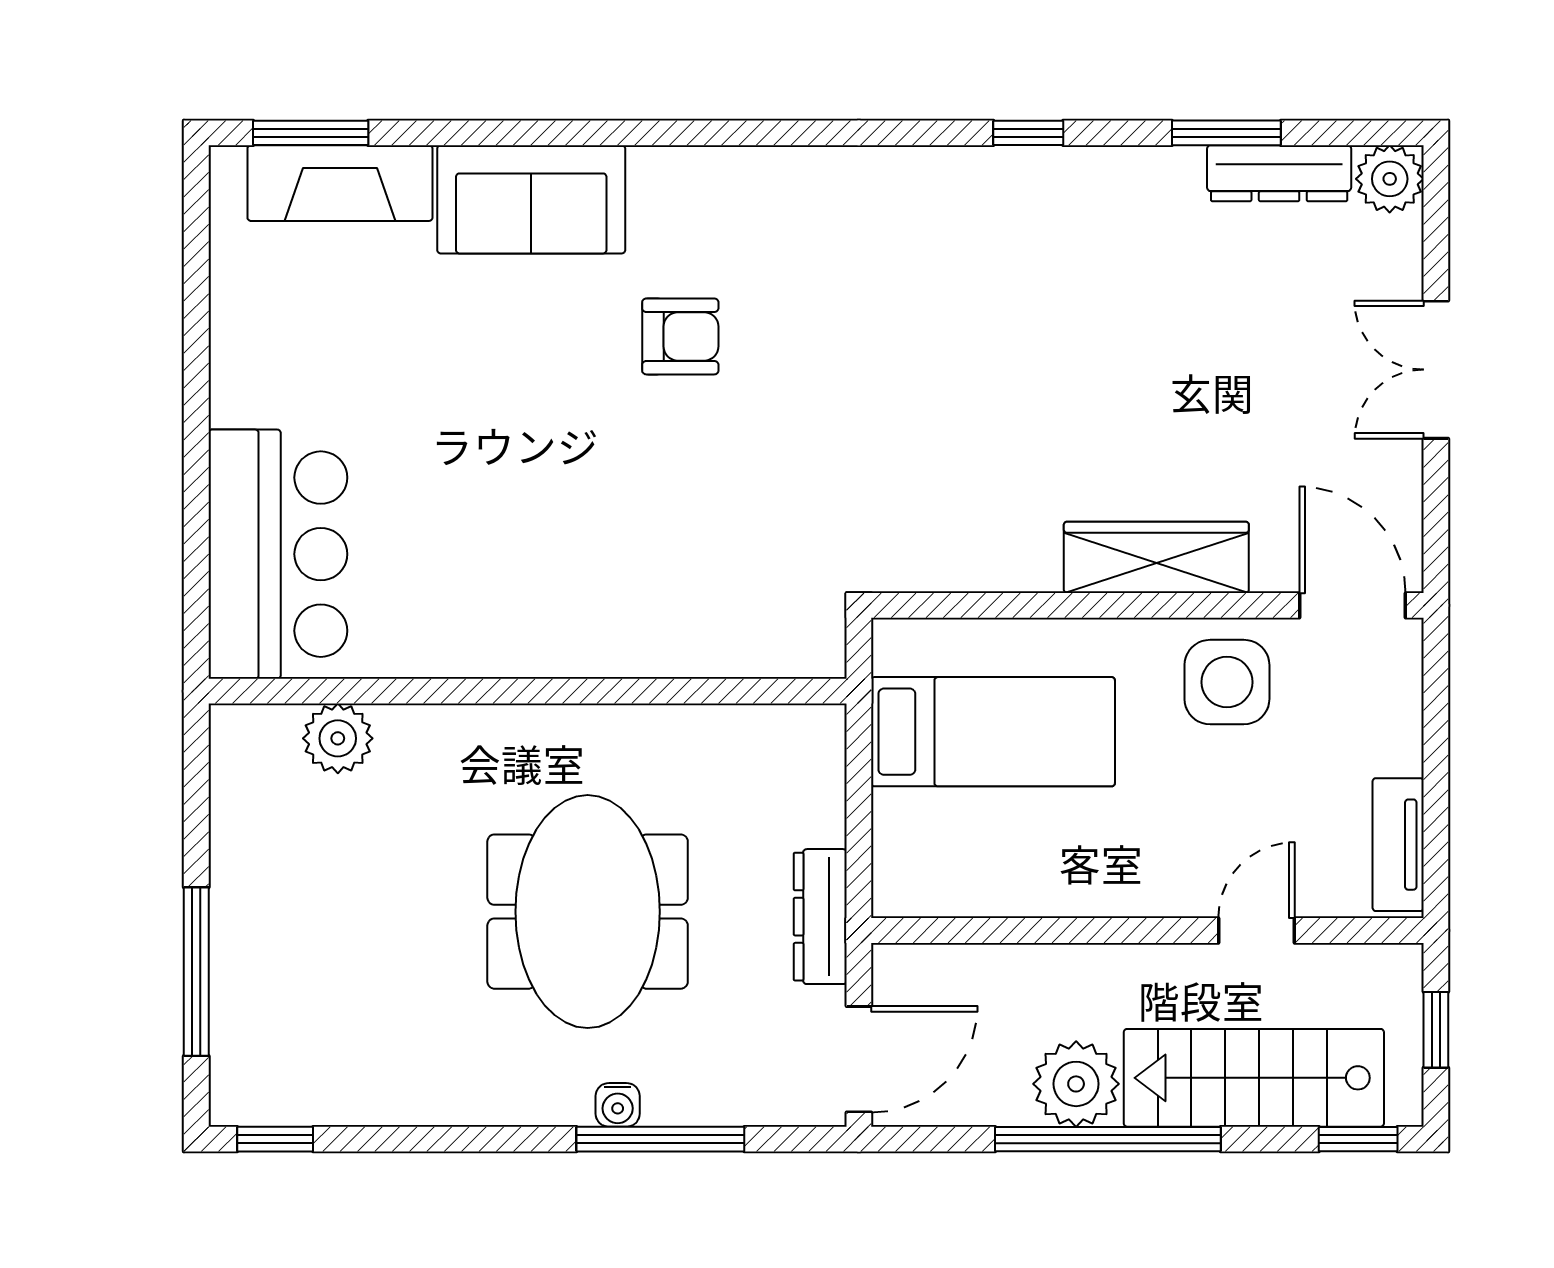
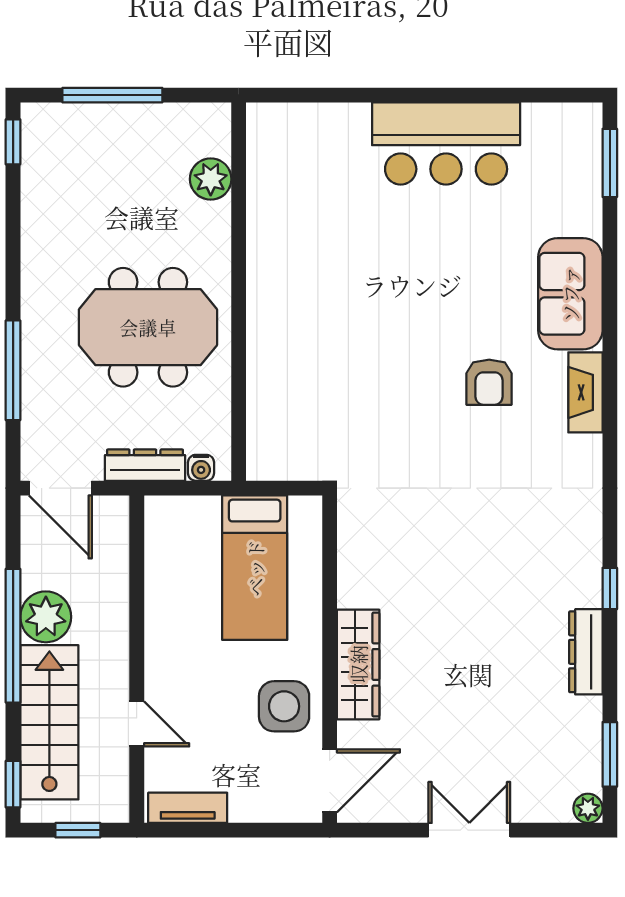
window: (1226, 133) -> (610, 754), moved
dresser: (1279, 173) -> (586, 652), moved
plant: (1390, 179) -> (588, 808), width x0.73, depth x0.73
fireplace: (340, 183) -> (585, 392), moved, width x0.73, depth x0.76
bar counter: (278, 554) -> (446, 144), moved
wall: (528, 691) -> (239, 292), moved
plant: (338, 738) -> (211, 179), moved
water cooler: (618, 1105) -> (201, 468), moved, turned -90

